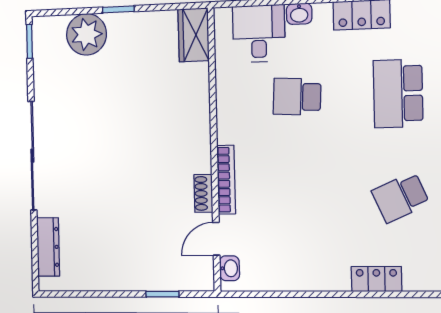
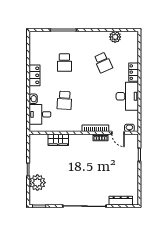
wardrobe: (194, 35) -> (58, 140), moved
school desk: (398, 93) -> (64, 63), width x0.54
desk: (312, 262) -> (127, 96), added

